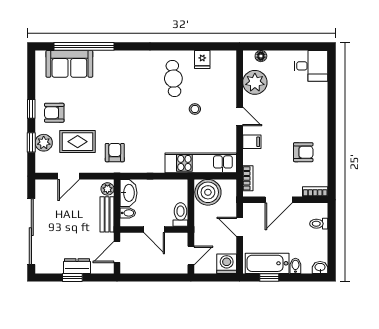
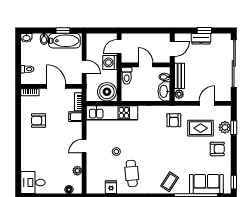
coffee table: (121, 67) -> (170, 182), added
plant: (255, 82) -> (77, 171), width x0.53, depth x0.53
window: (31, 109) -> (234, 182), moved
door: (240, 116) -> (84, 146), hinge flipped
filing cabinet: (252, 142) -> (75, 117), moved
door: (279, 200) -> (56, 86), hinge flipped
washing machine: (227, 264) -> (110, 62), moved, turned 90

